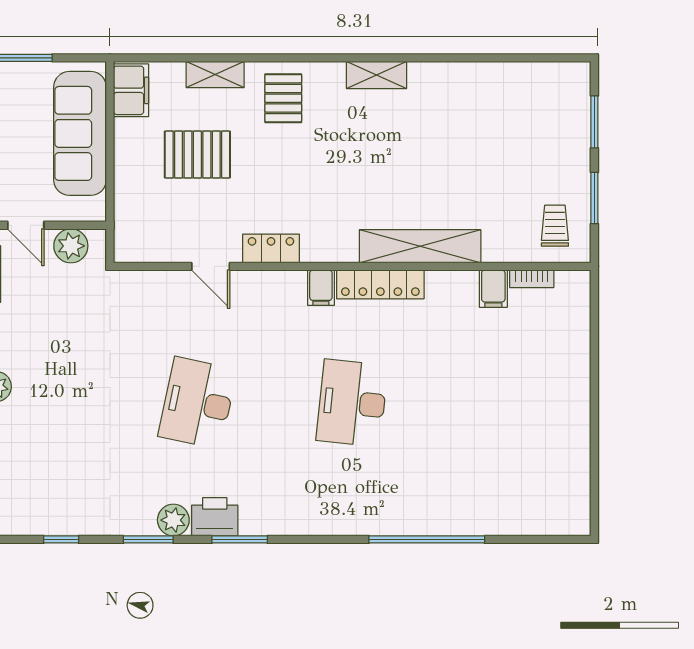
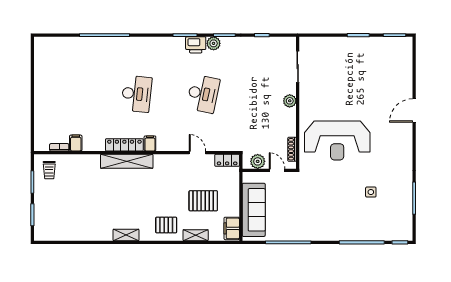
pallet: (283, 98) -> (166, 225), turned 90
shelving: (420, 246) -> (127, 161), moved
locker: (271, 248) -> (227, 160), moved

